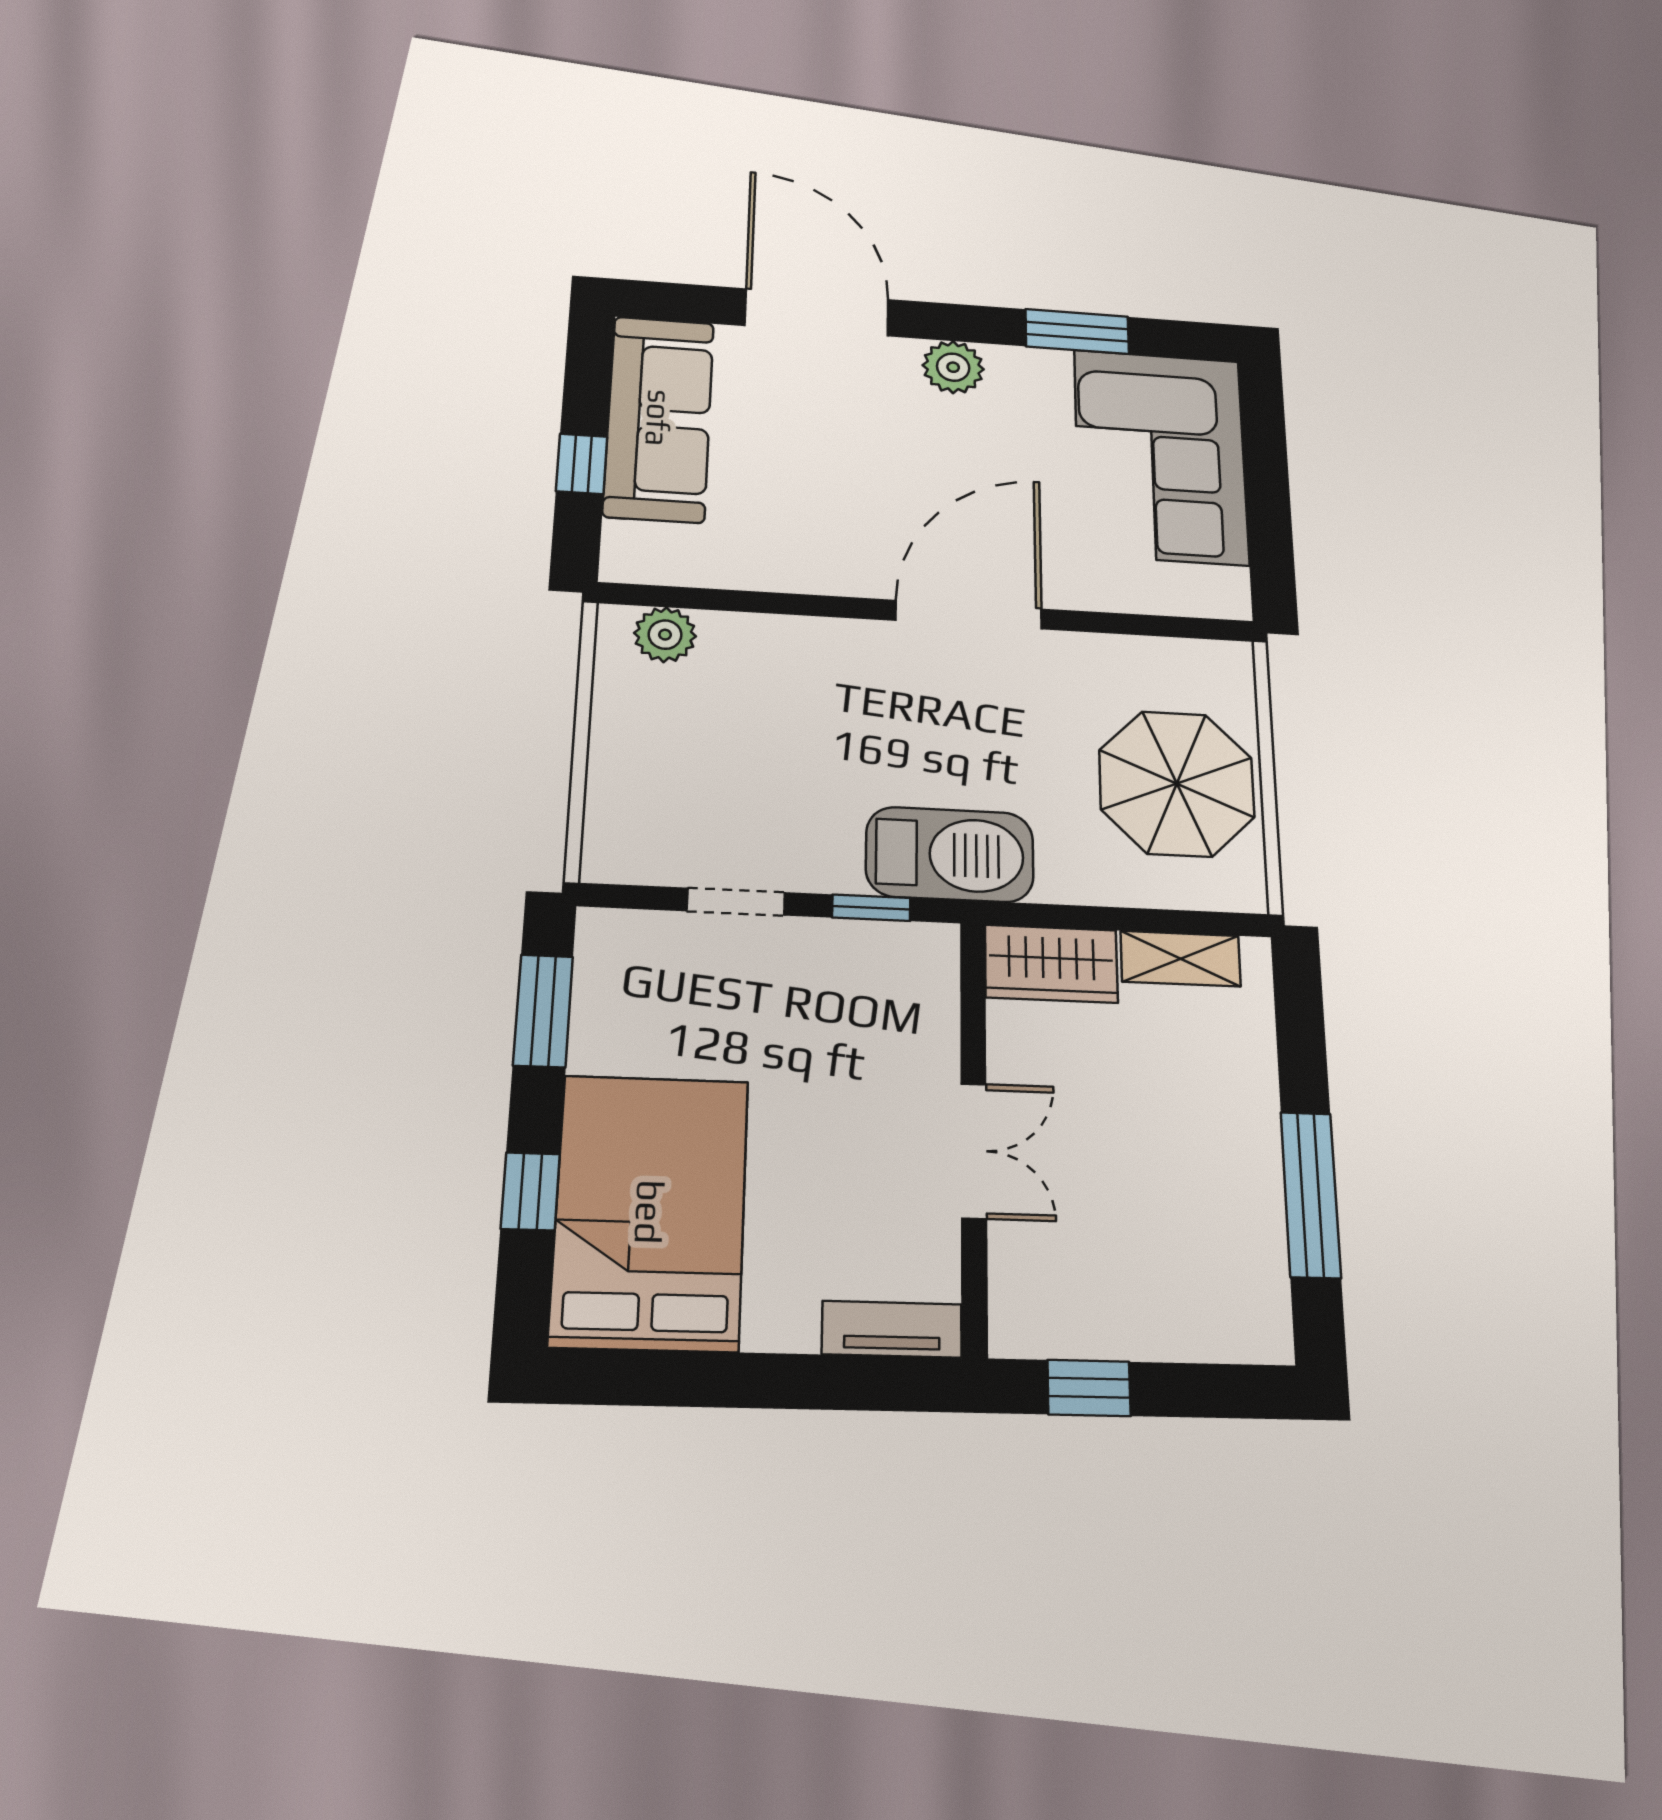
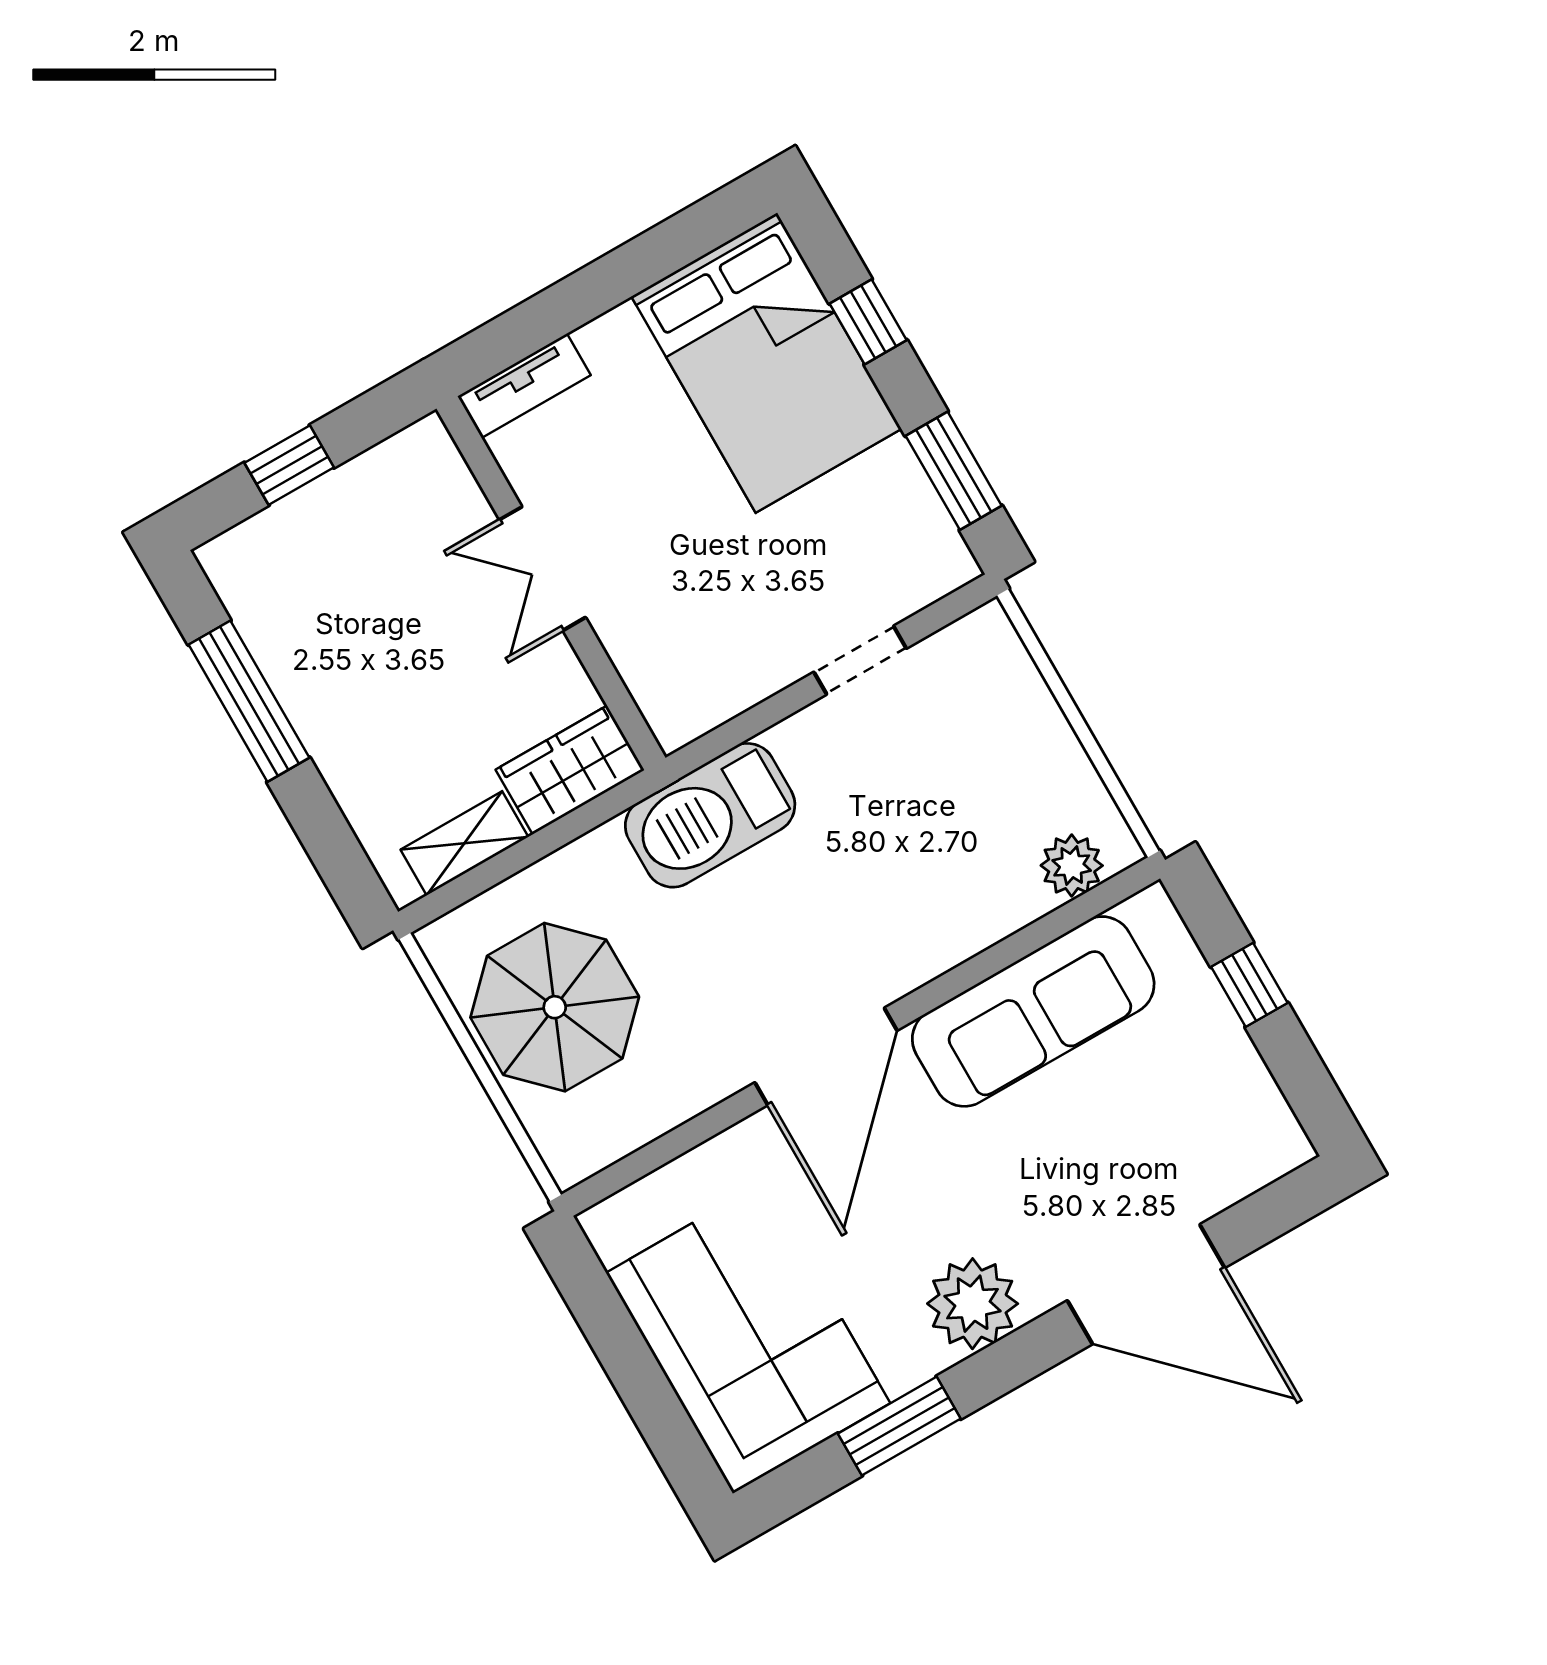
plant: (953, 367) -> (973, 1304), width x1.36, depth x1.36
sofa: (659, 418) -> (1033, 1011), moved, turned -90
window: (871, 908) -> (747, 725), removed
window: (1089, 1388) -> (289, 465), moved

